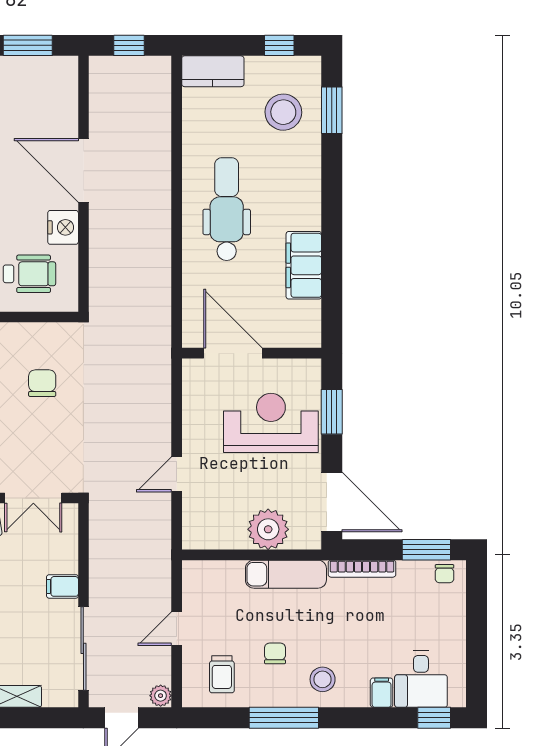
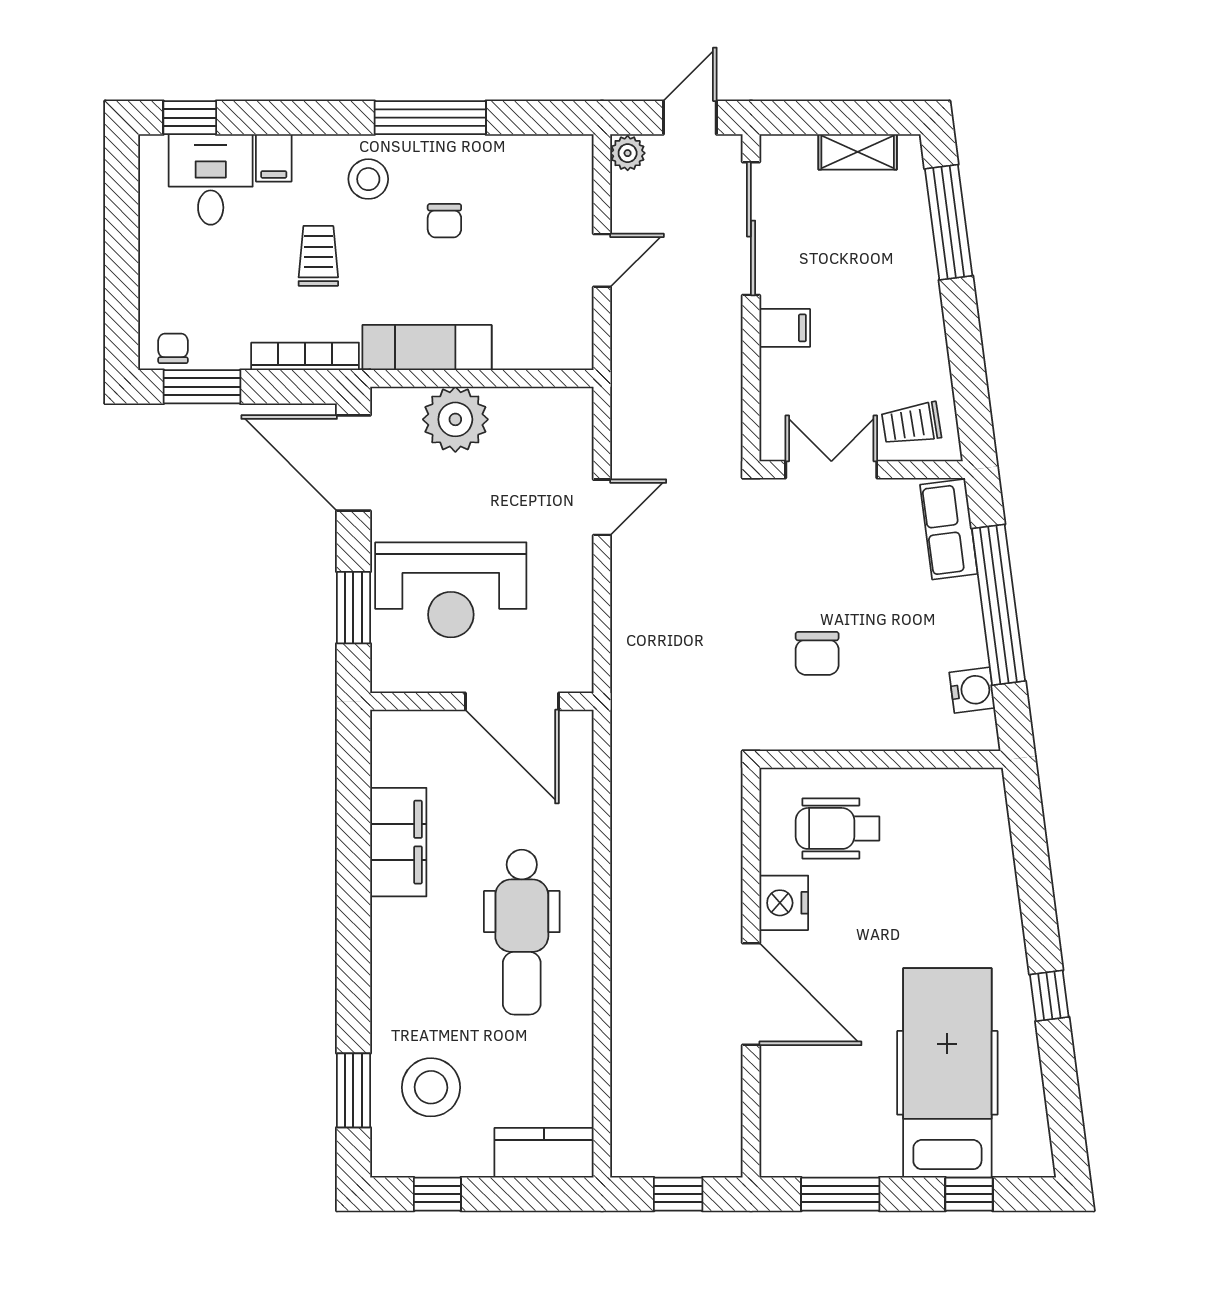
trolley: (222, 674) -> (318, 256), moved

